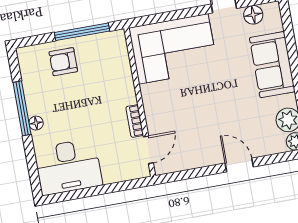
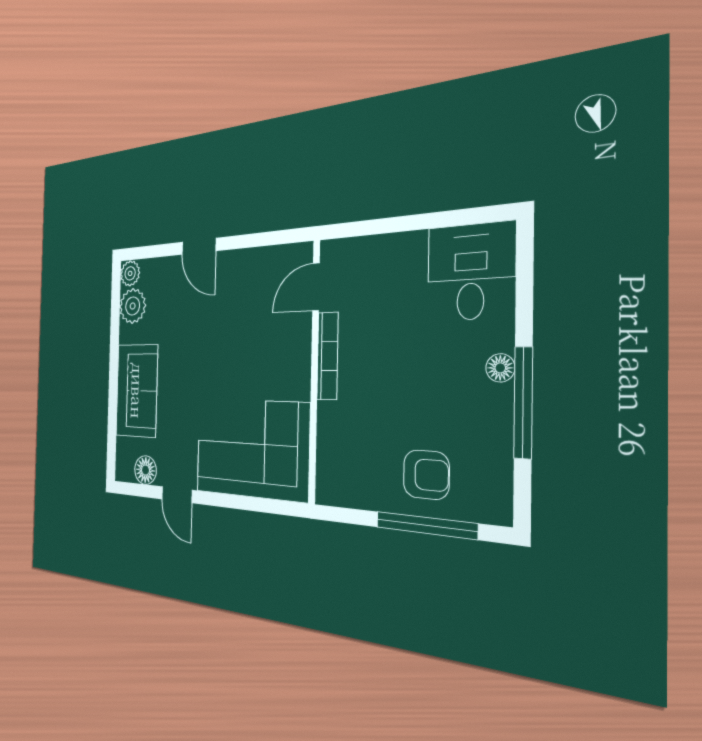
window: (82, 32) -> (426, 525), moved
bookcase: (135, 121) -> (327, 356), width x1.56
desk: (68, 167) -> (471, 272), width x0.73

